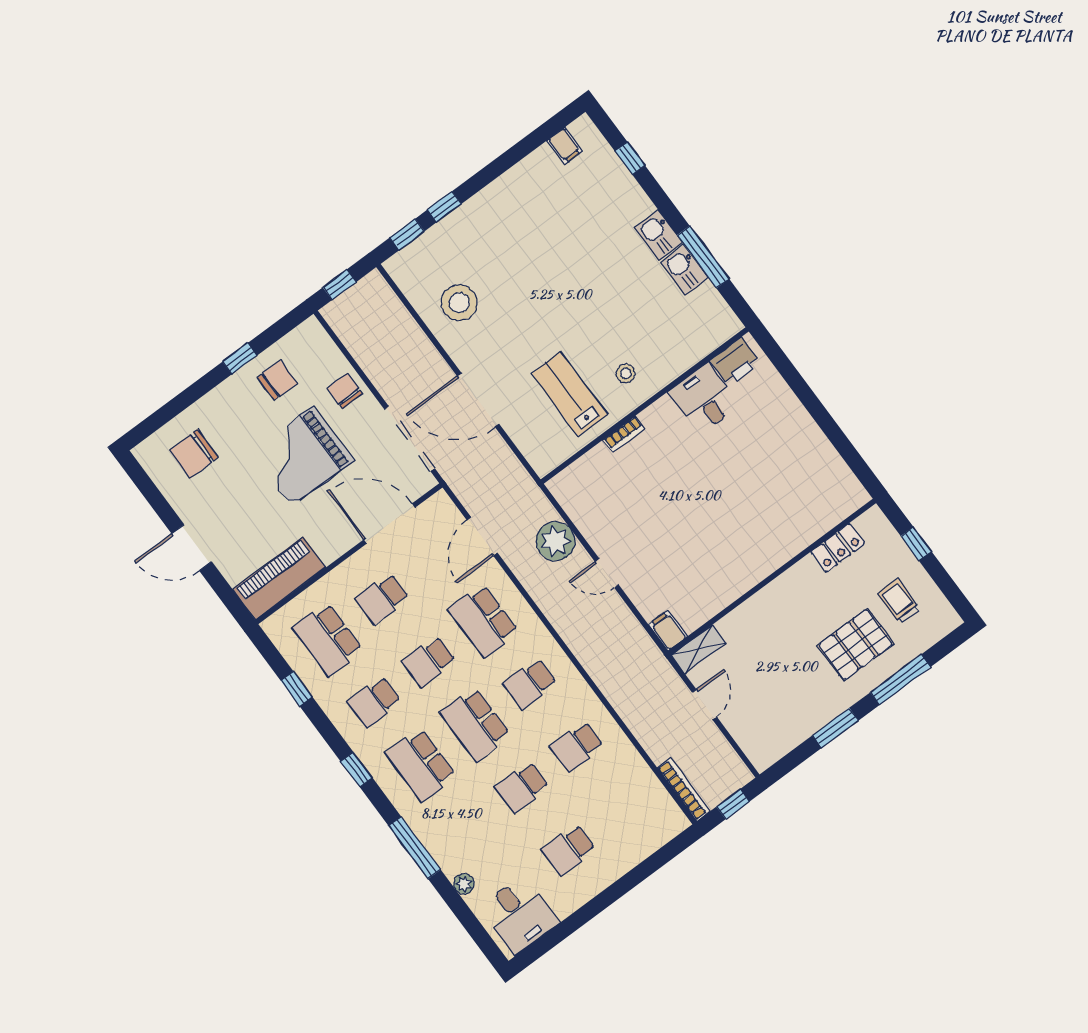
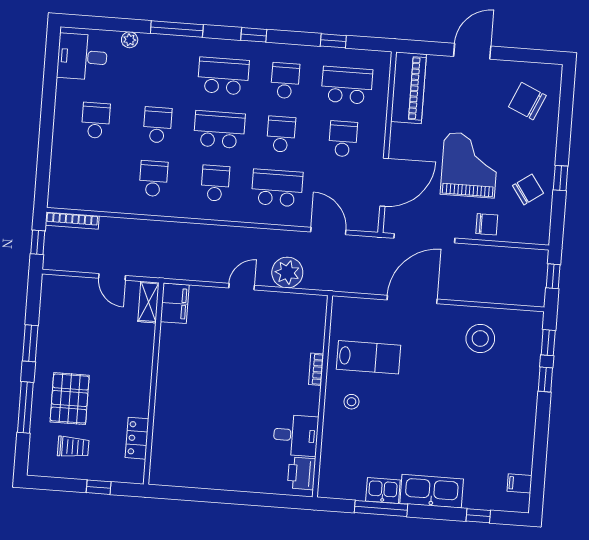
kitchen sink: (659, 235) -> (432, 491), width x1.88, depth x1.24
chair: (278, 380) -> (528, 189), turned -125
chair: (194, 454) -> (527, 101), turned -66
filing cabinet: (668, 631) -> (175, 303), width x2.00

